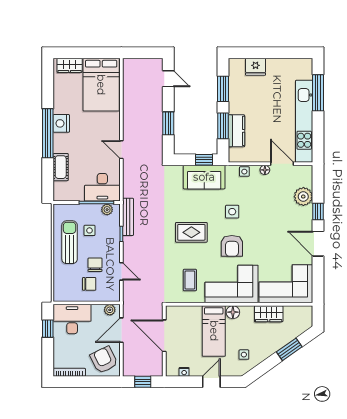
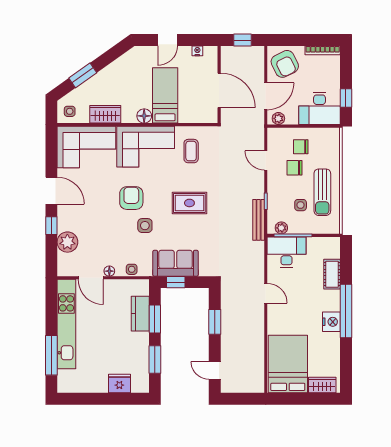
armchair: (232, 246) -> (131, 198), moved
chair: (95, 265) -> (294, 168), turned 90
side table: (244, 355) -> (70, 111), moved

